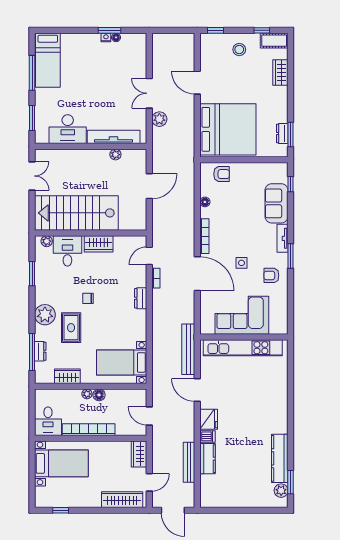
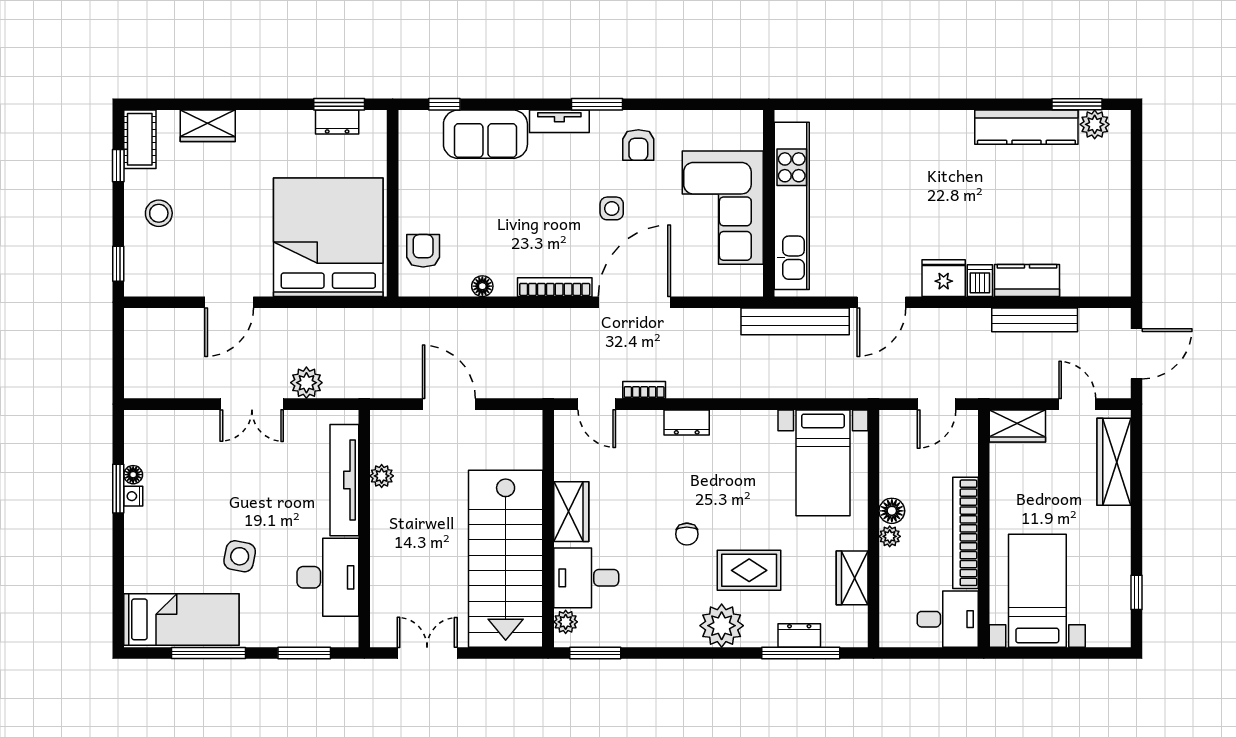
side table: (78, 88) -> (240, 556), added
window: (32, 274) -> (595, 653), moved

